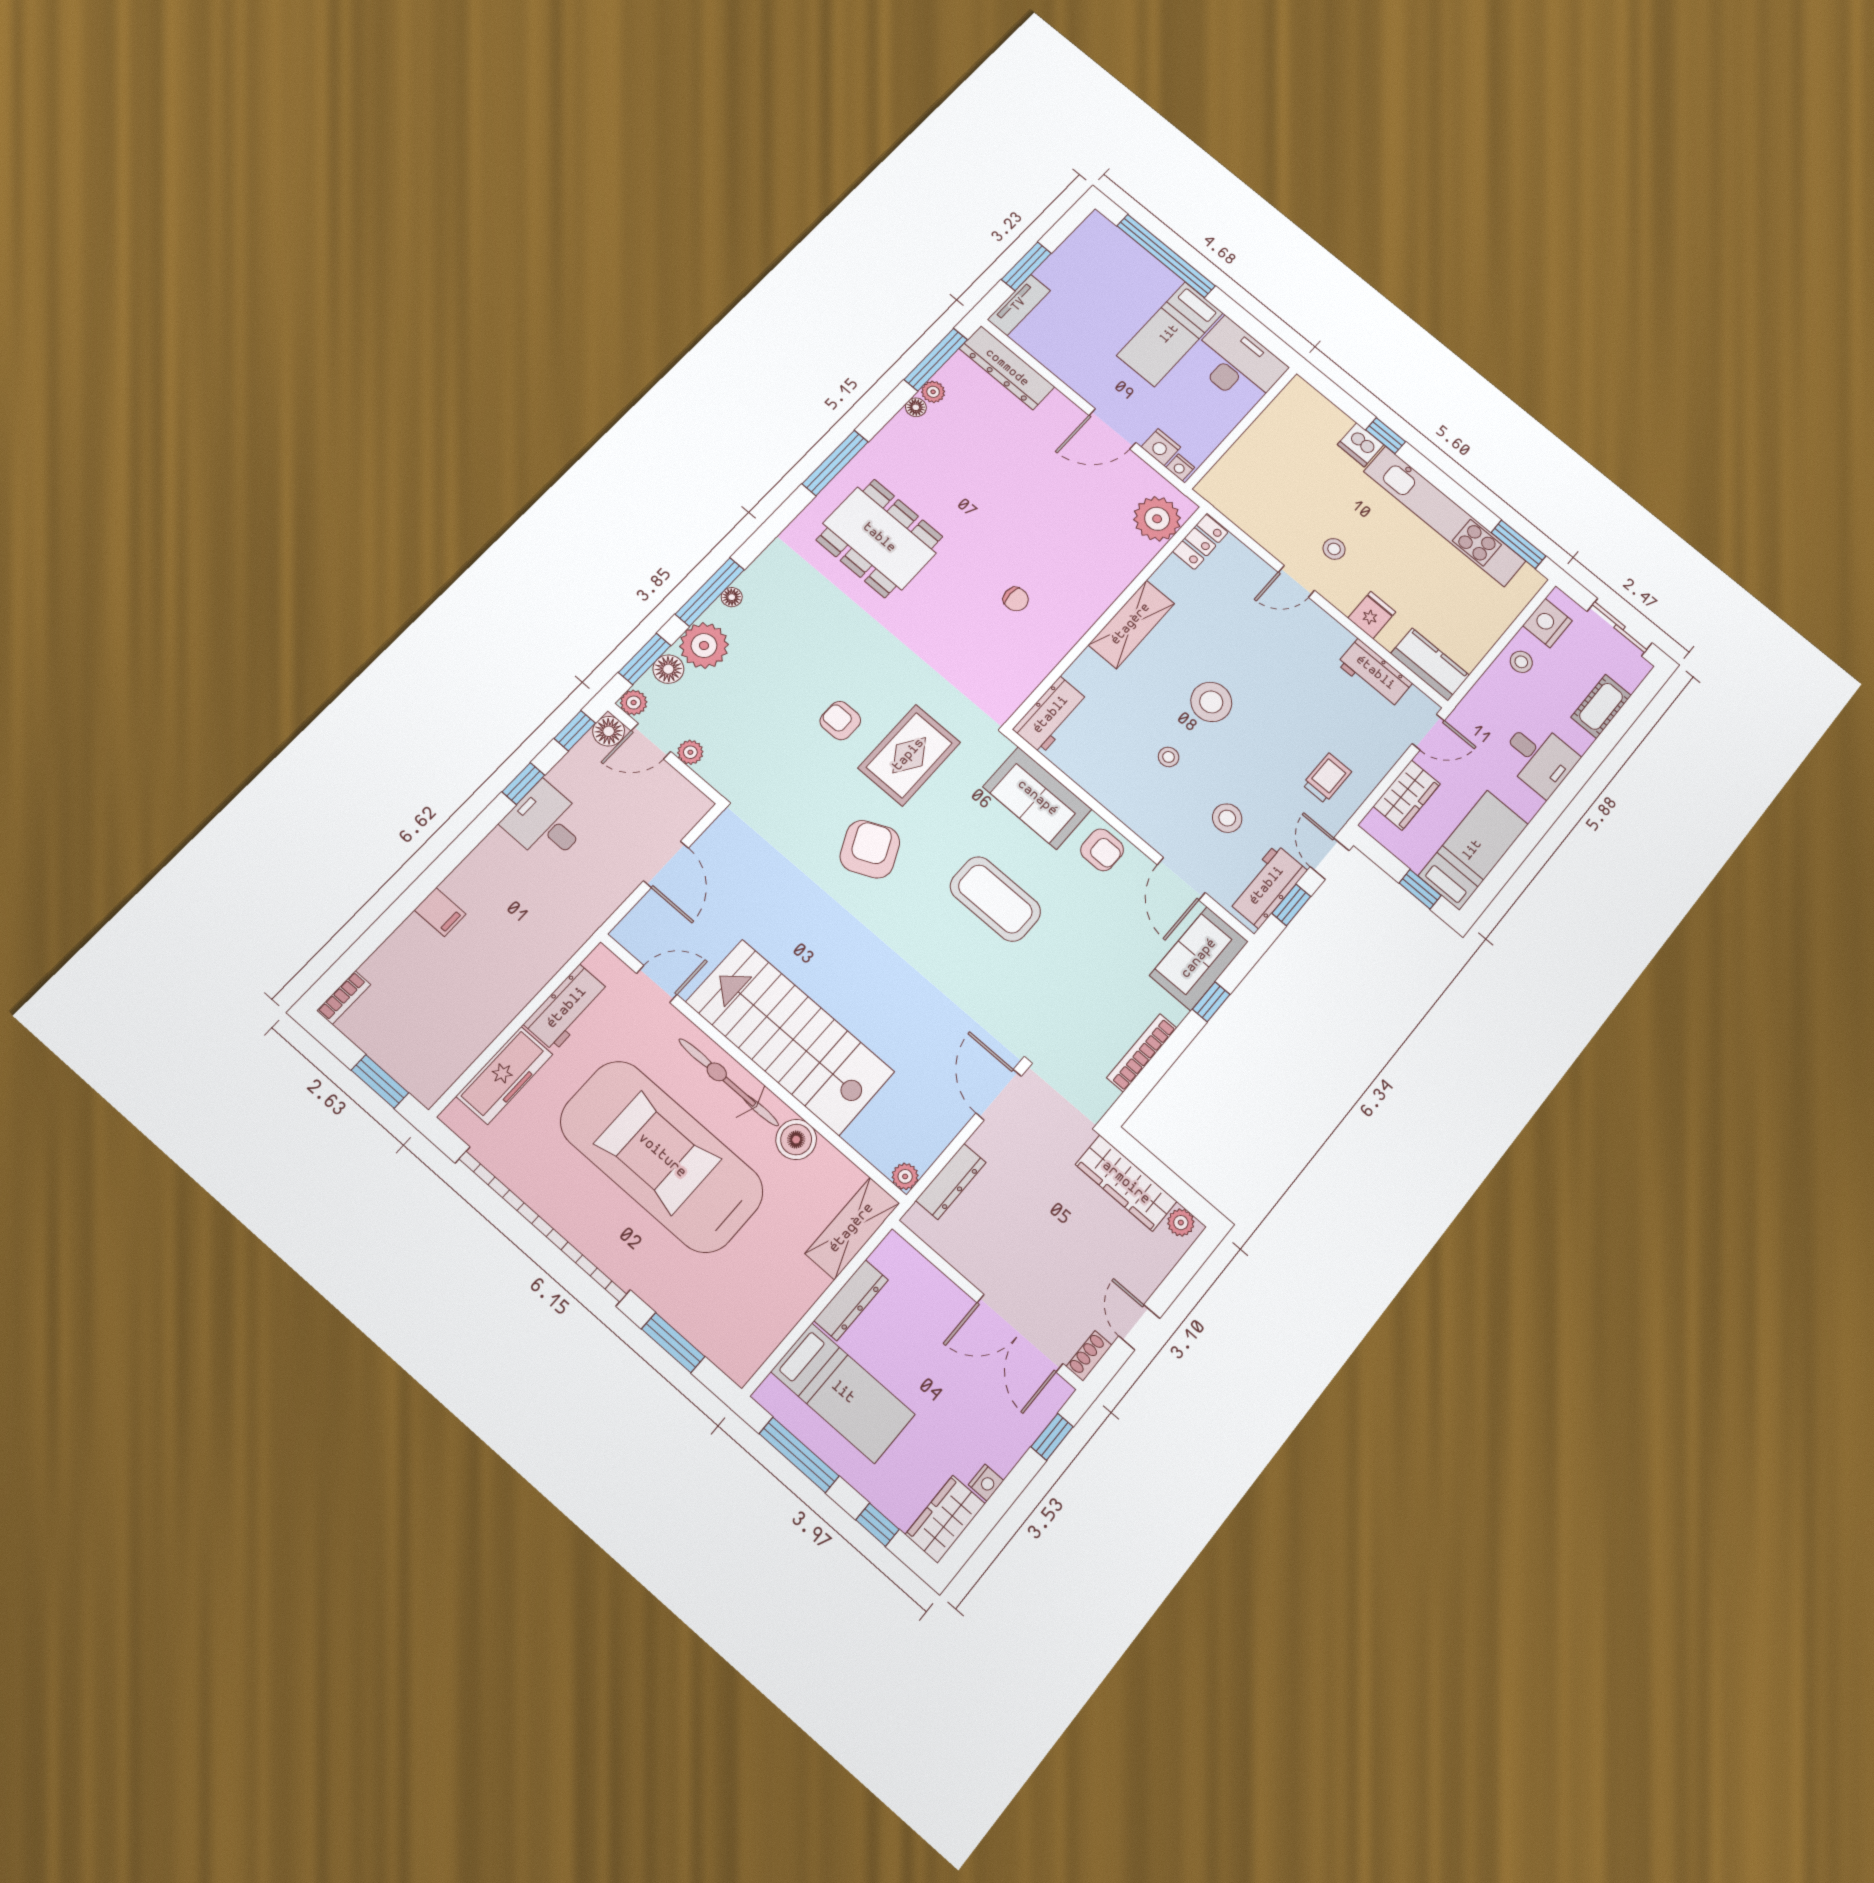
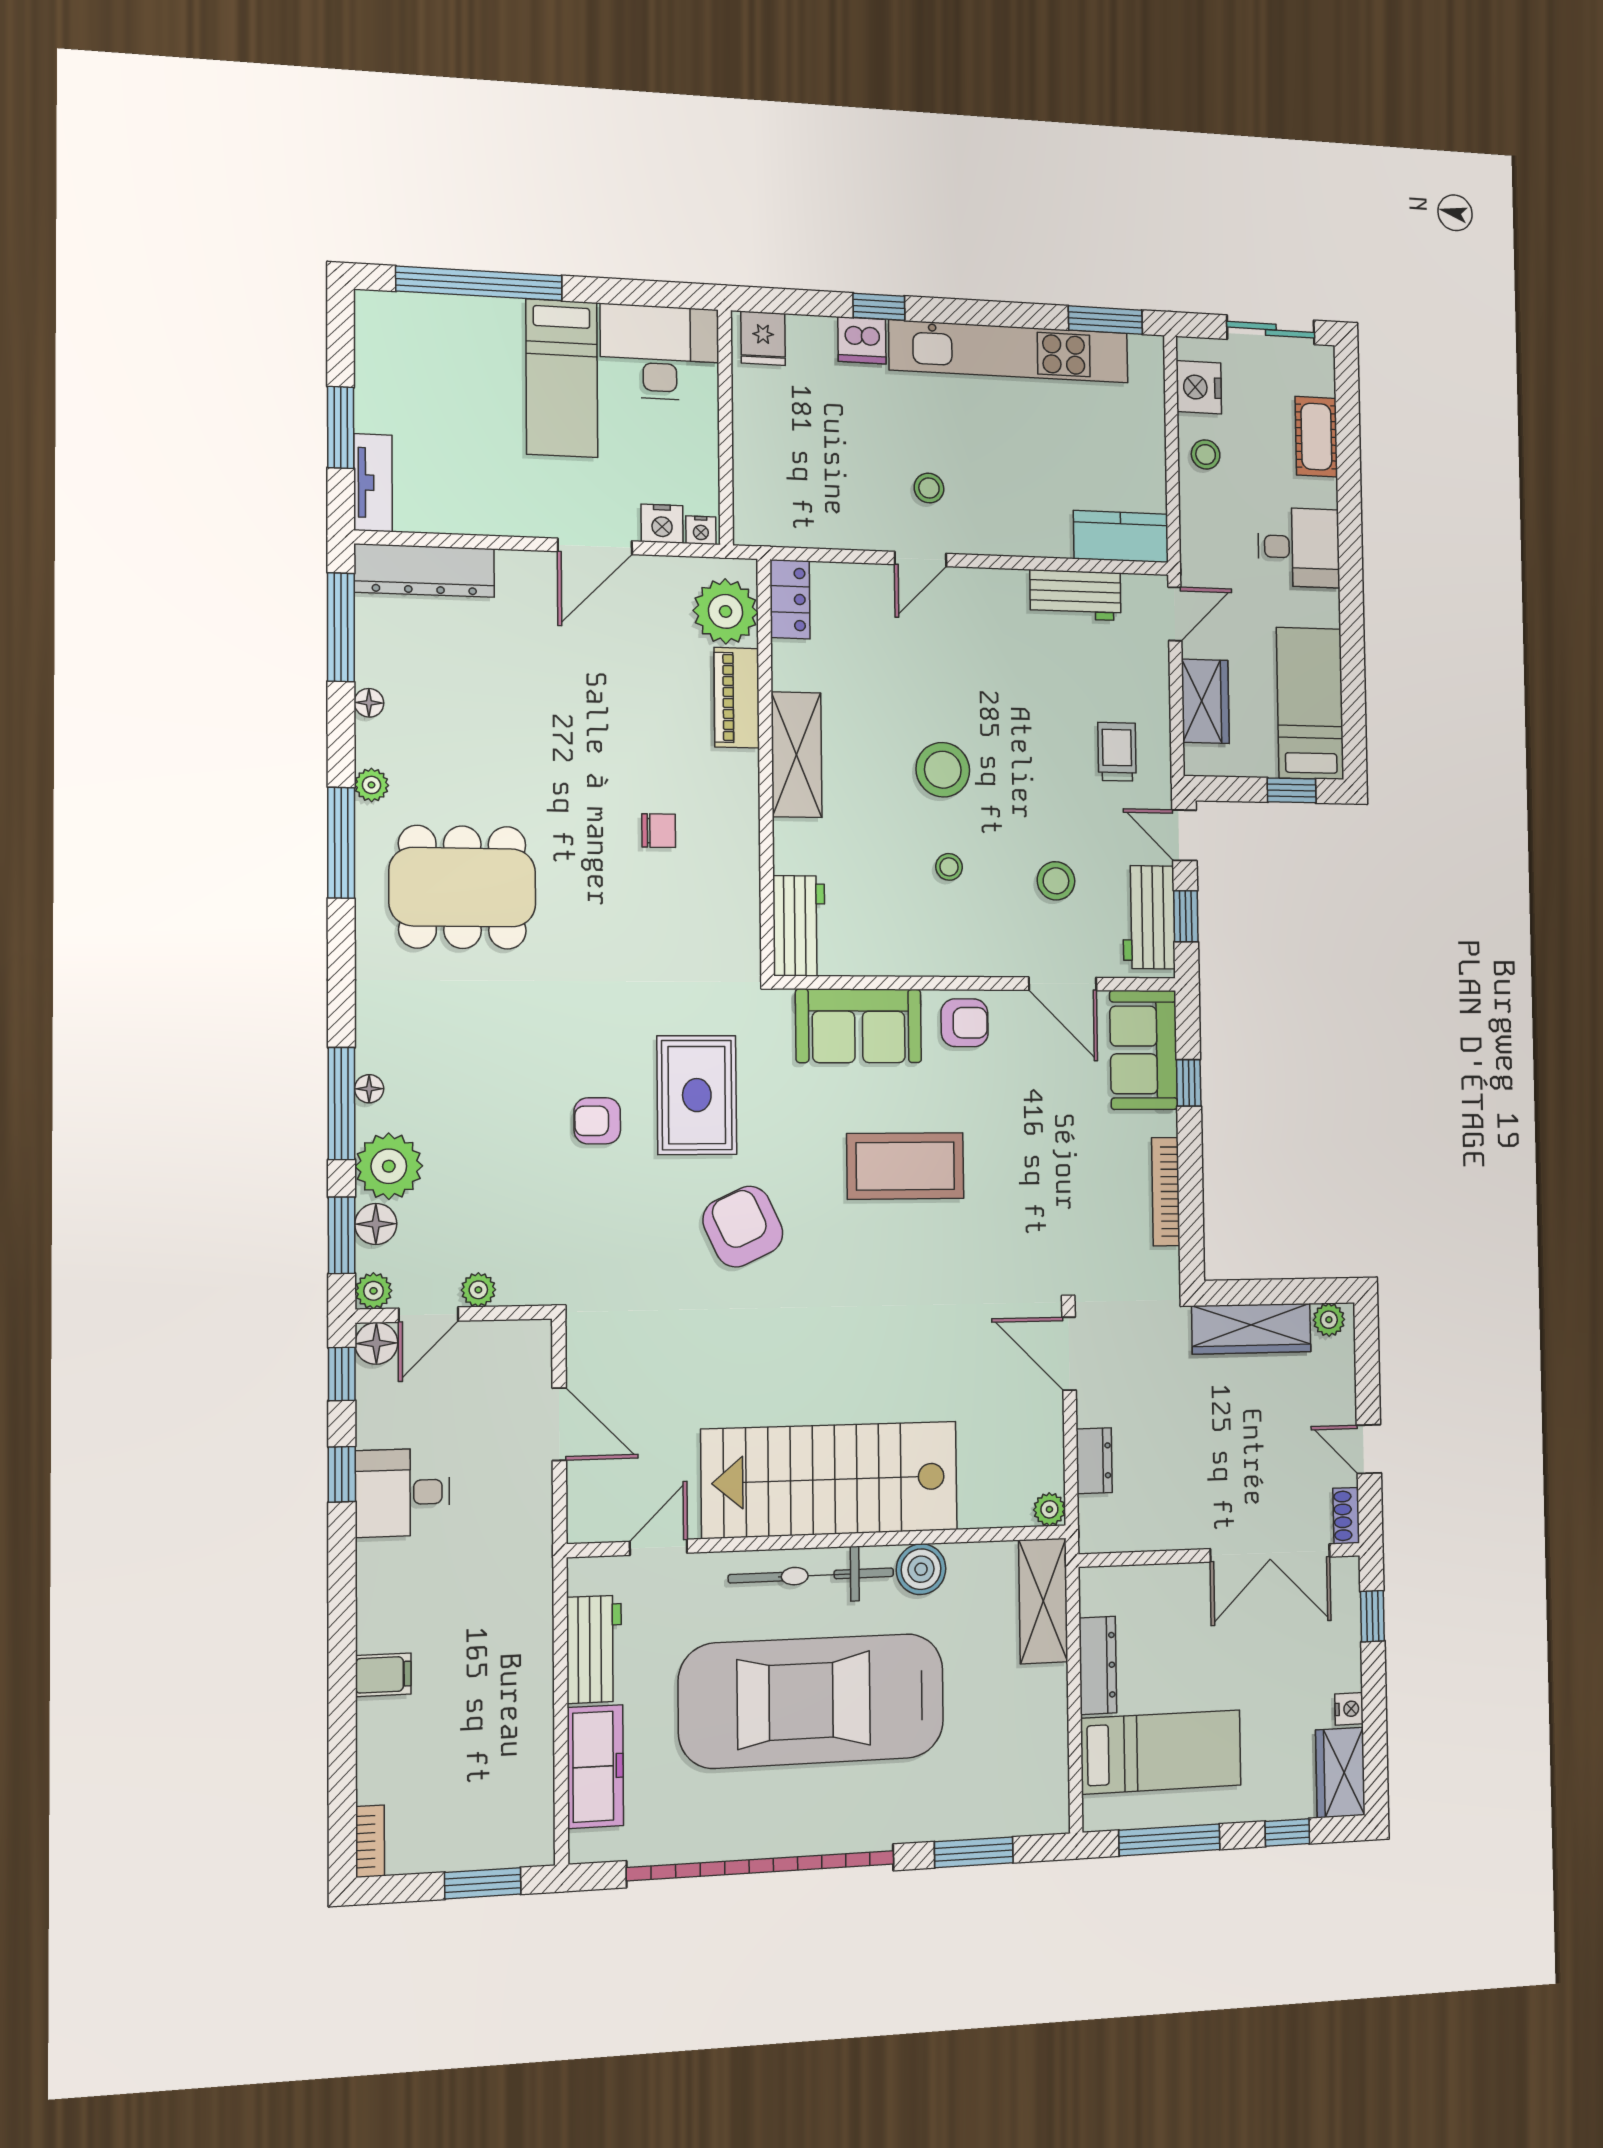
plant: (933, 392) -> (371, 785), moved
piano: (1123, 567) -> (737, 698), added
fridge: (1372, 615) -> (763, 338), moved, turned 180
dresser: (951, 1181) -> (1094, 1461), width x0.70

